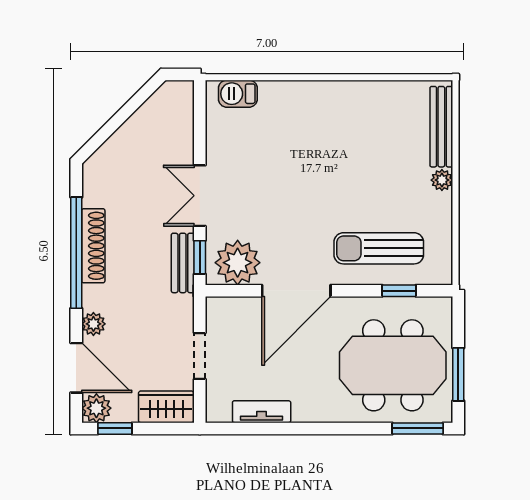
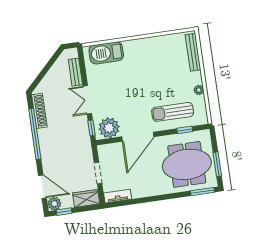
barbecue: (238, 94) -> (106, 53), width x1.88, depth x1.53
plant: (442, 180) -> (199, 90), moved
shoe rack: (93, 246) -> (39, 111), moved
bench: (183, 263) -> (75, 72), moved
plant: (93, 324) -> (47, 165), removed
tv unit: (262, 412) -> (118, 196), moved

